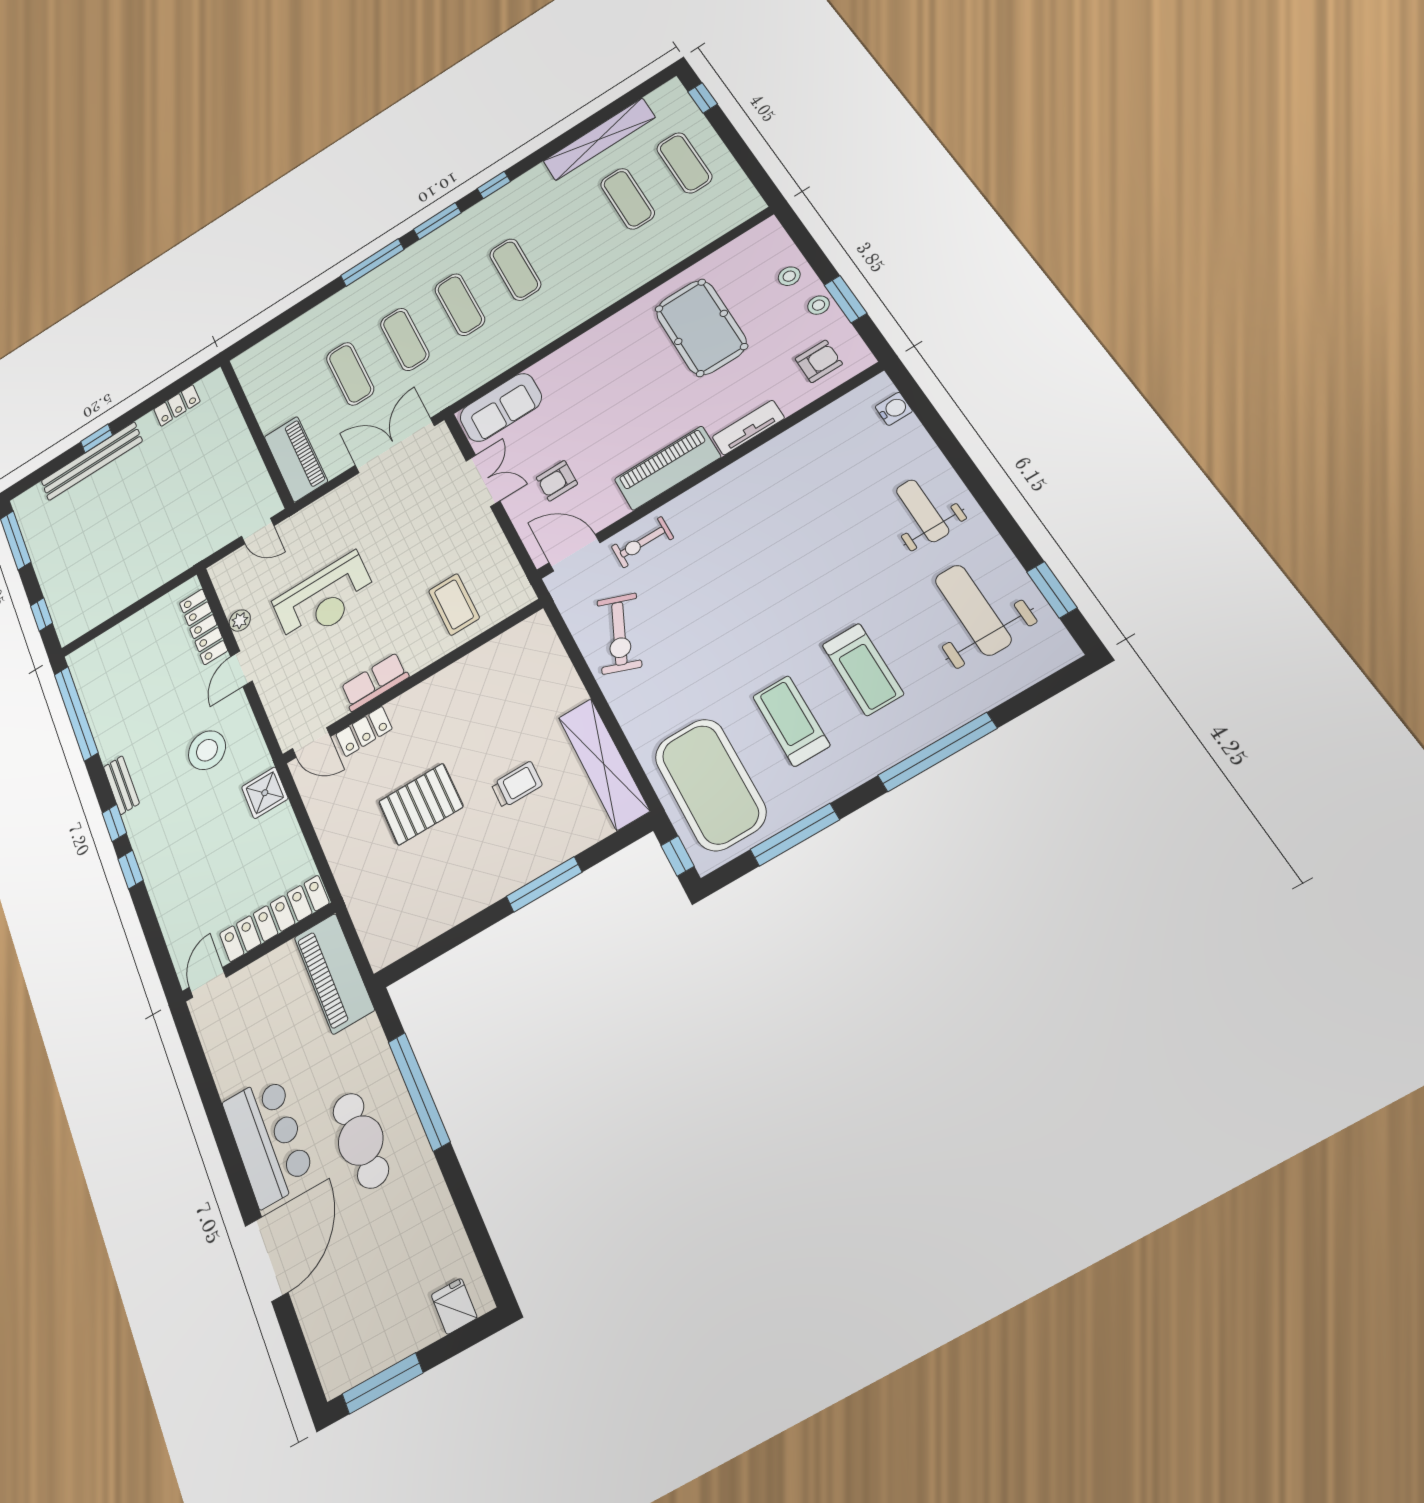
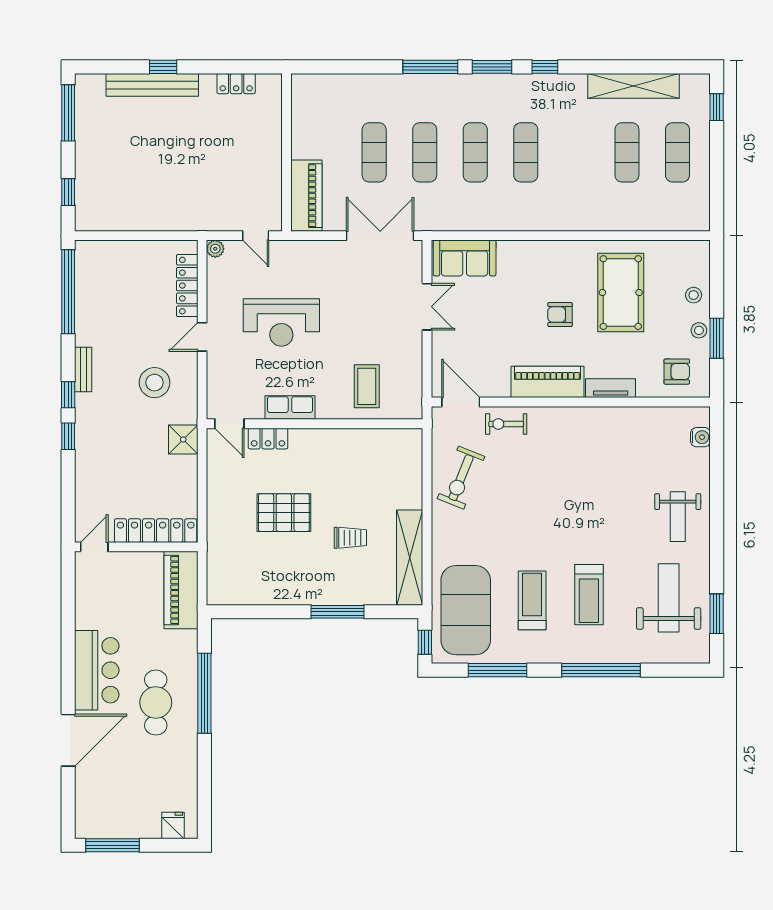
armchair: (557, 481) -> (560, 315), moved
weight bench: (923, 511) -> (678, 517), turned 180
plant: (240, 621) -> (215, 249), moved

